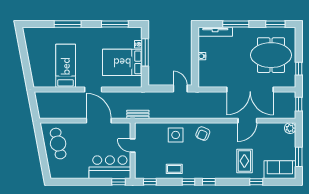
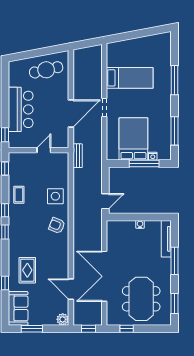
door: (247, 121) -> (71, 289), moved
rug: (244, 161) -> (27, 270), turned 90
bar counter: (110, 167) -> (21, 109), moved

